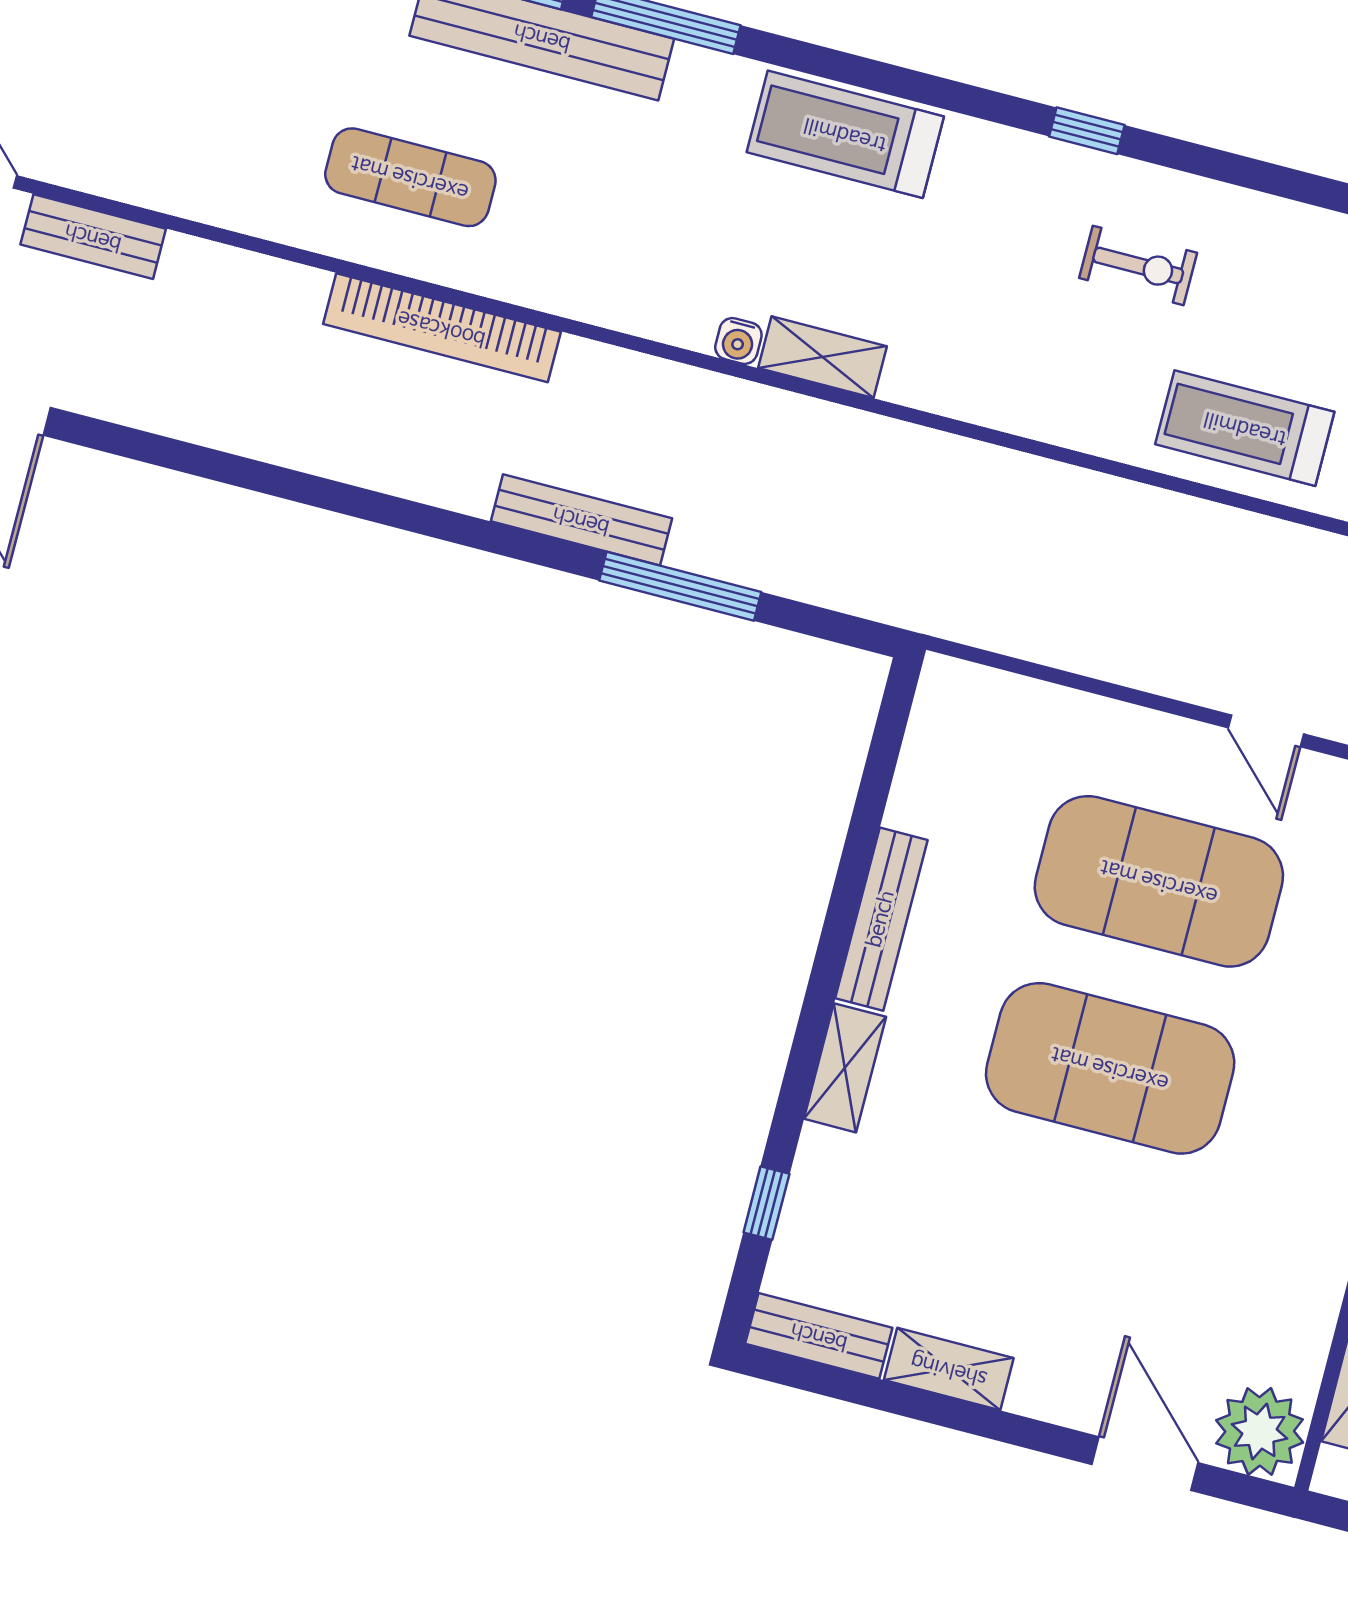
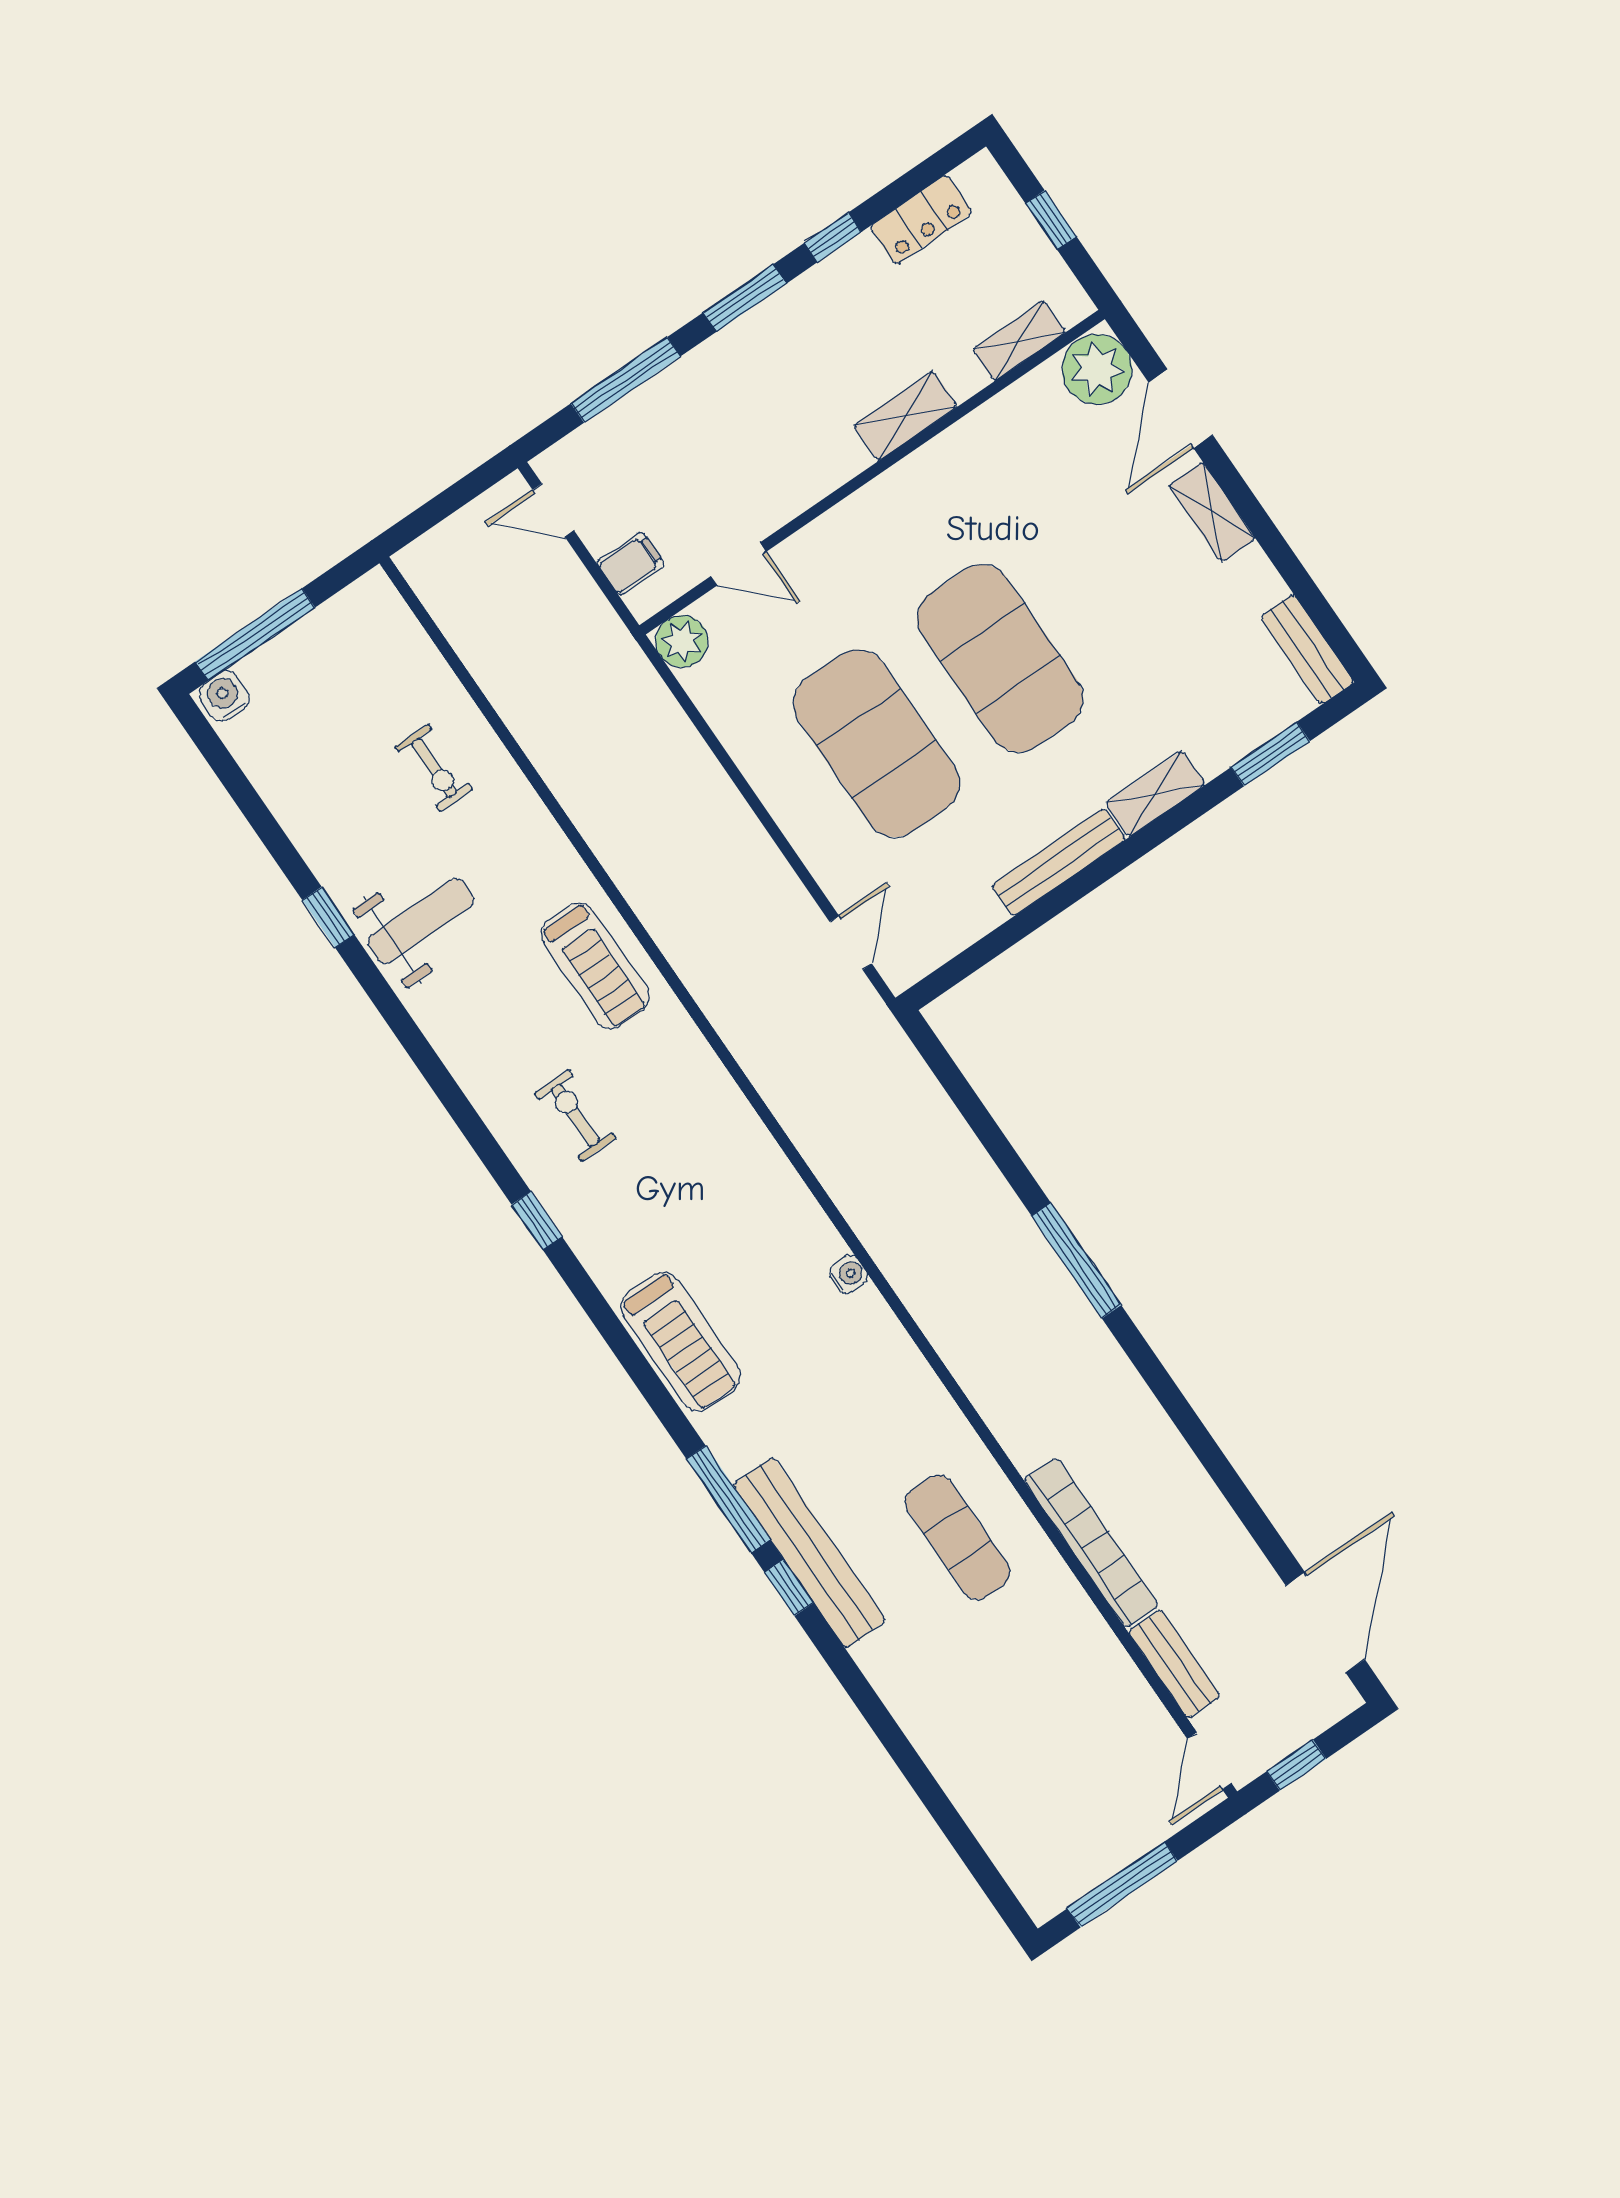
bookcase: (442, 328) -> (1091, 1543), moved
shelving: (823, 357) -> (807, 1222), removed
bench: (581, 520) -> (1032, 1249), removed
window: (680, 586) -> (1076, 1261), moved
door: (1266, 731) -> (851, 943), moved
window: (766, 1203) -> (1270, 754), width x1.50
shelving: (949, 1369) -> (1212, 512), moved

